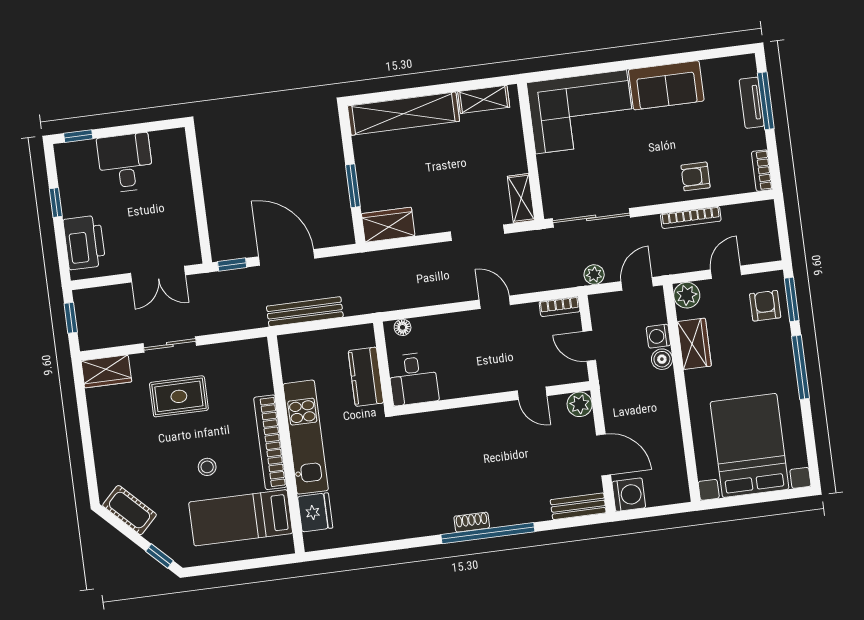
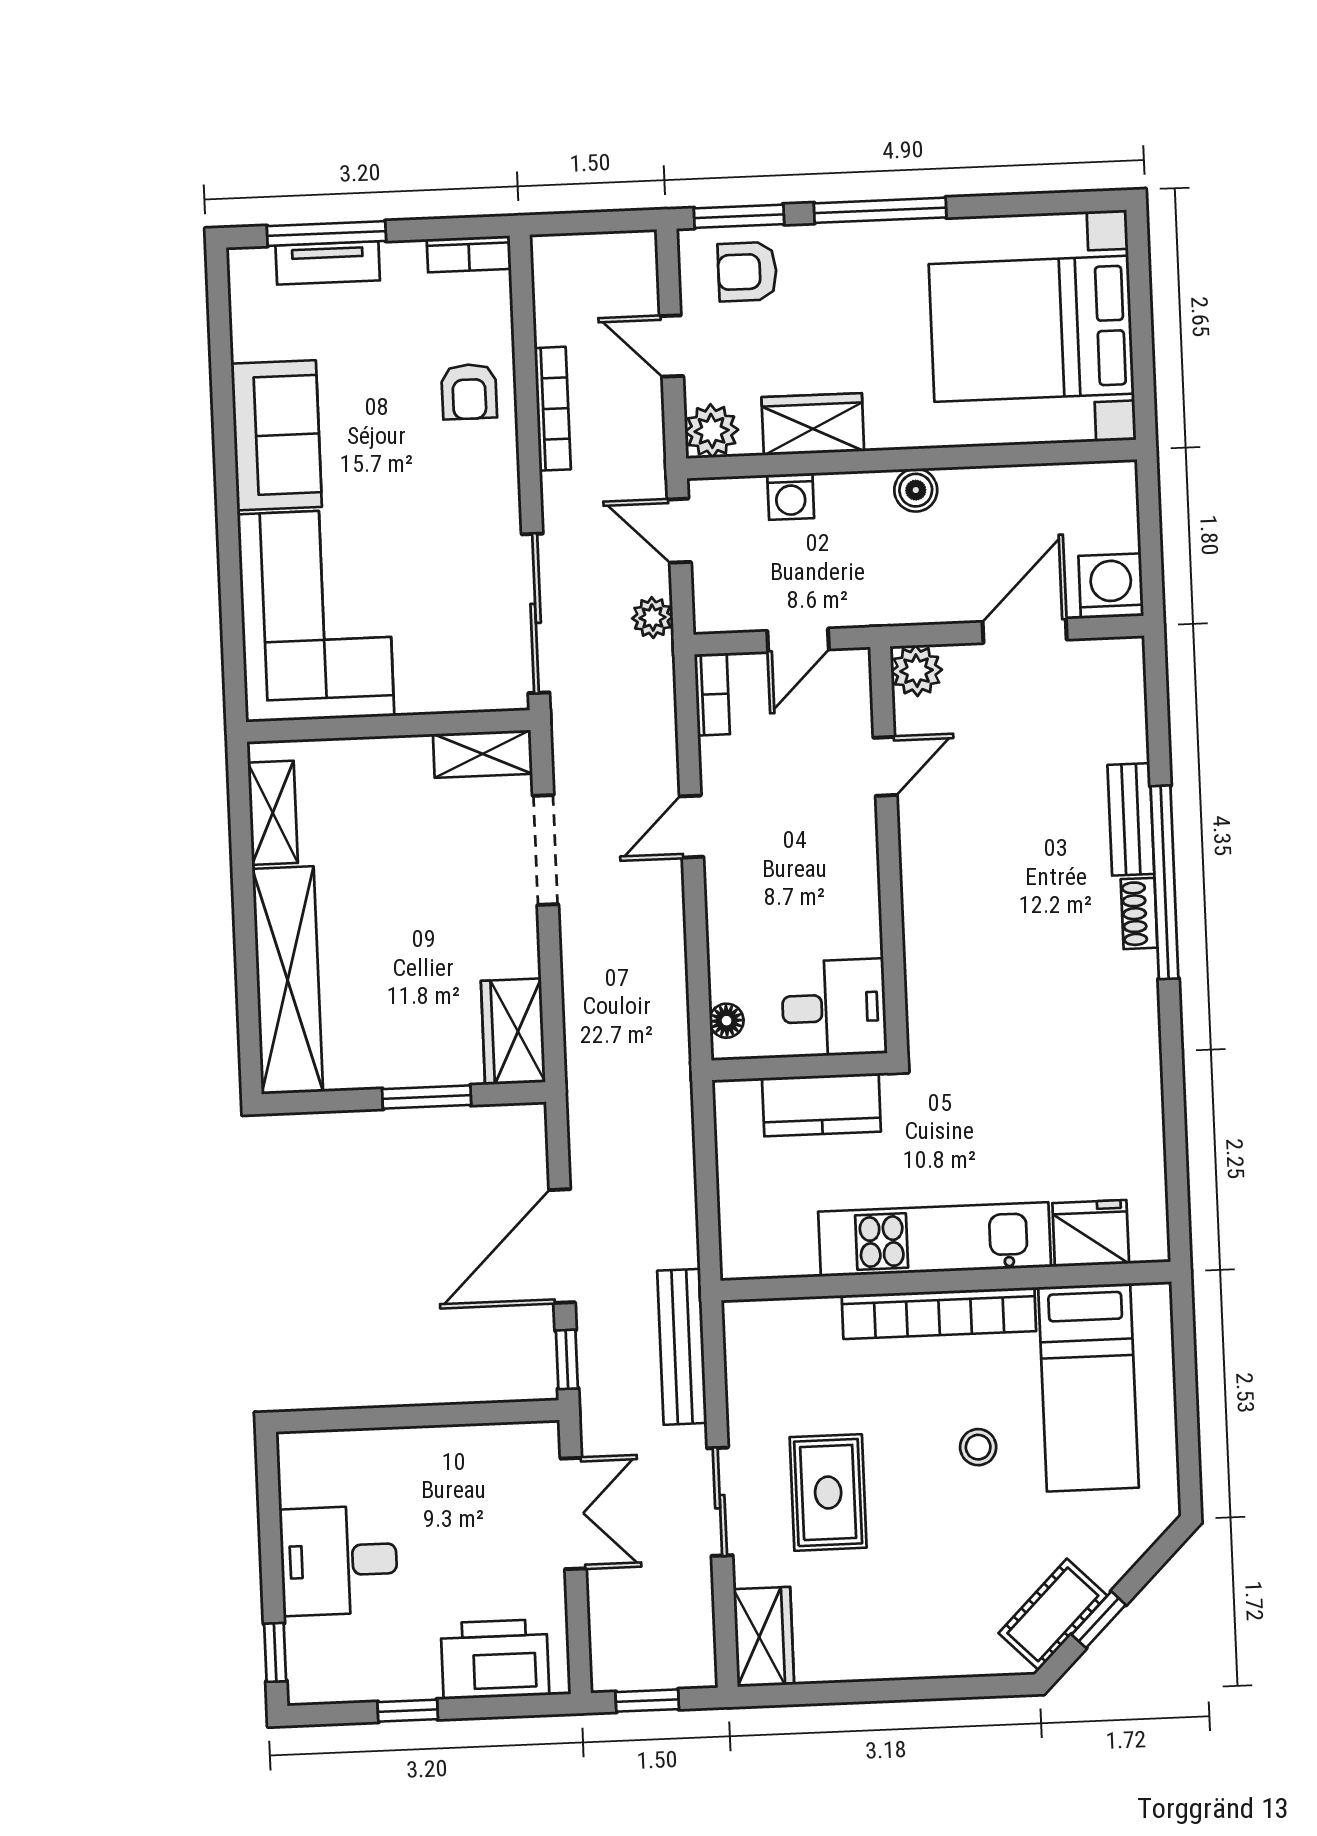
bench: (305, 312) -> (682, 1347), moved
boiler: (662, 359) -> (916, 490), moved
bench: (578, 506) -> (1131, 819), moved
window: (159, 556) -> (1099, 1620), moved

